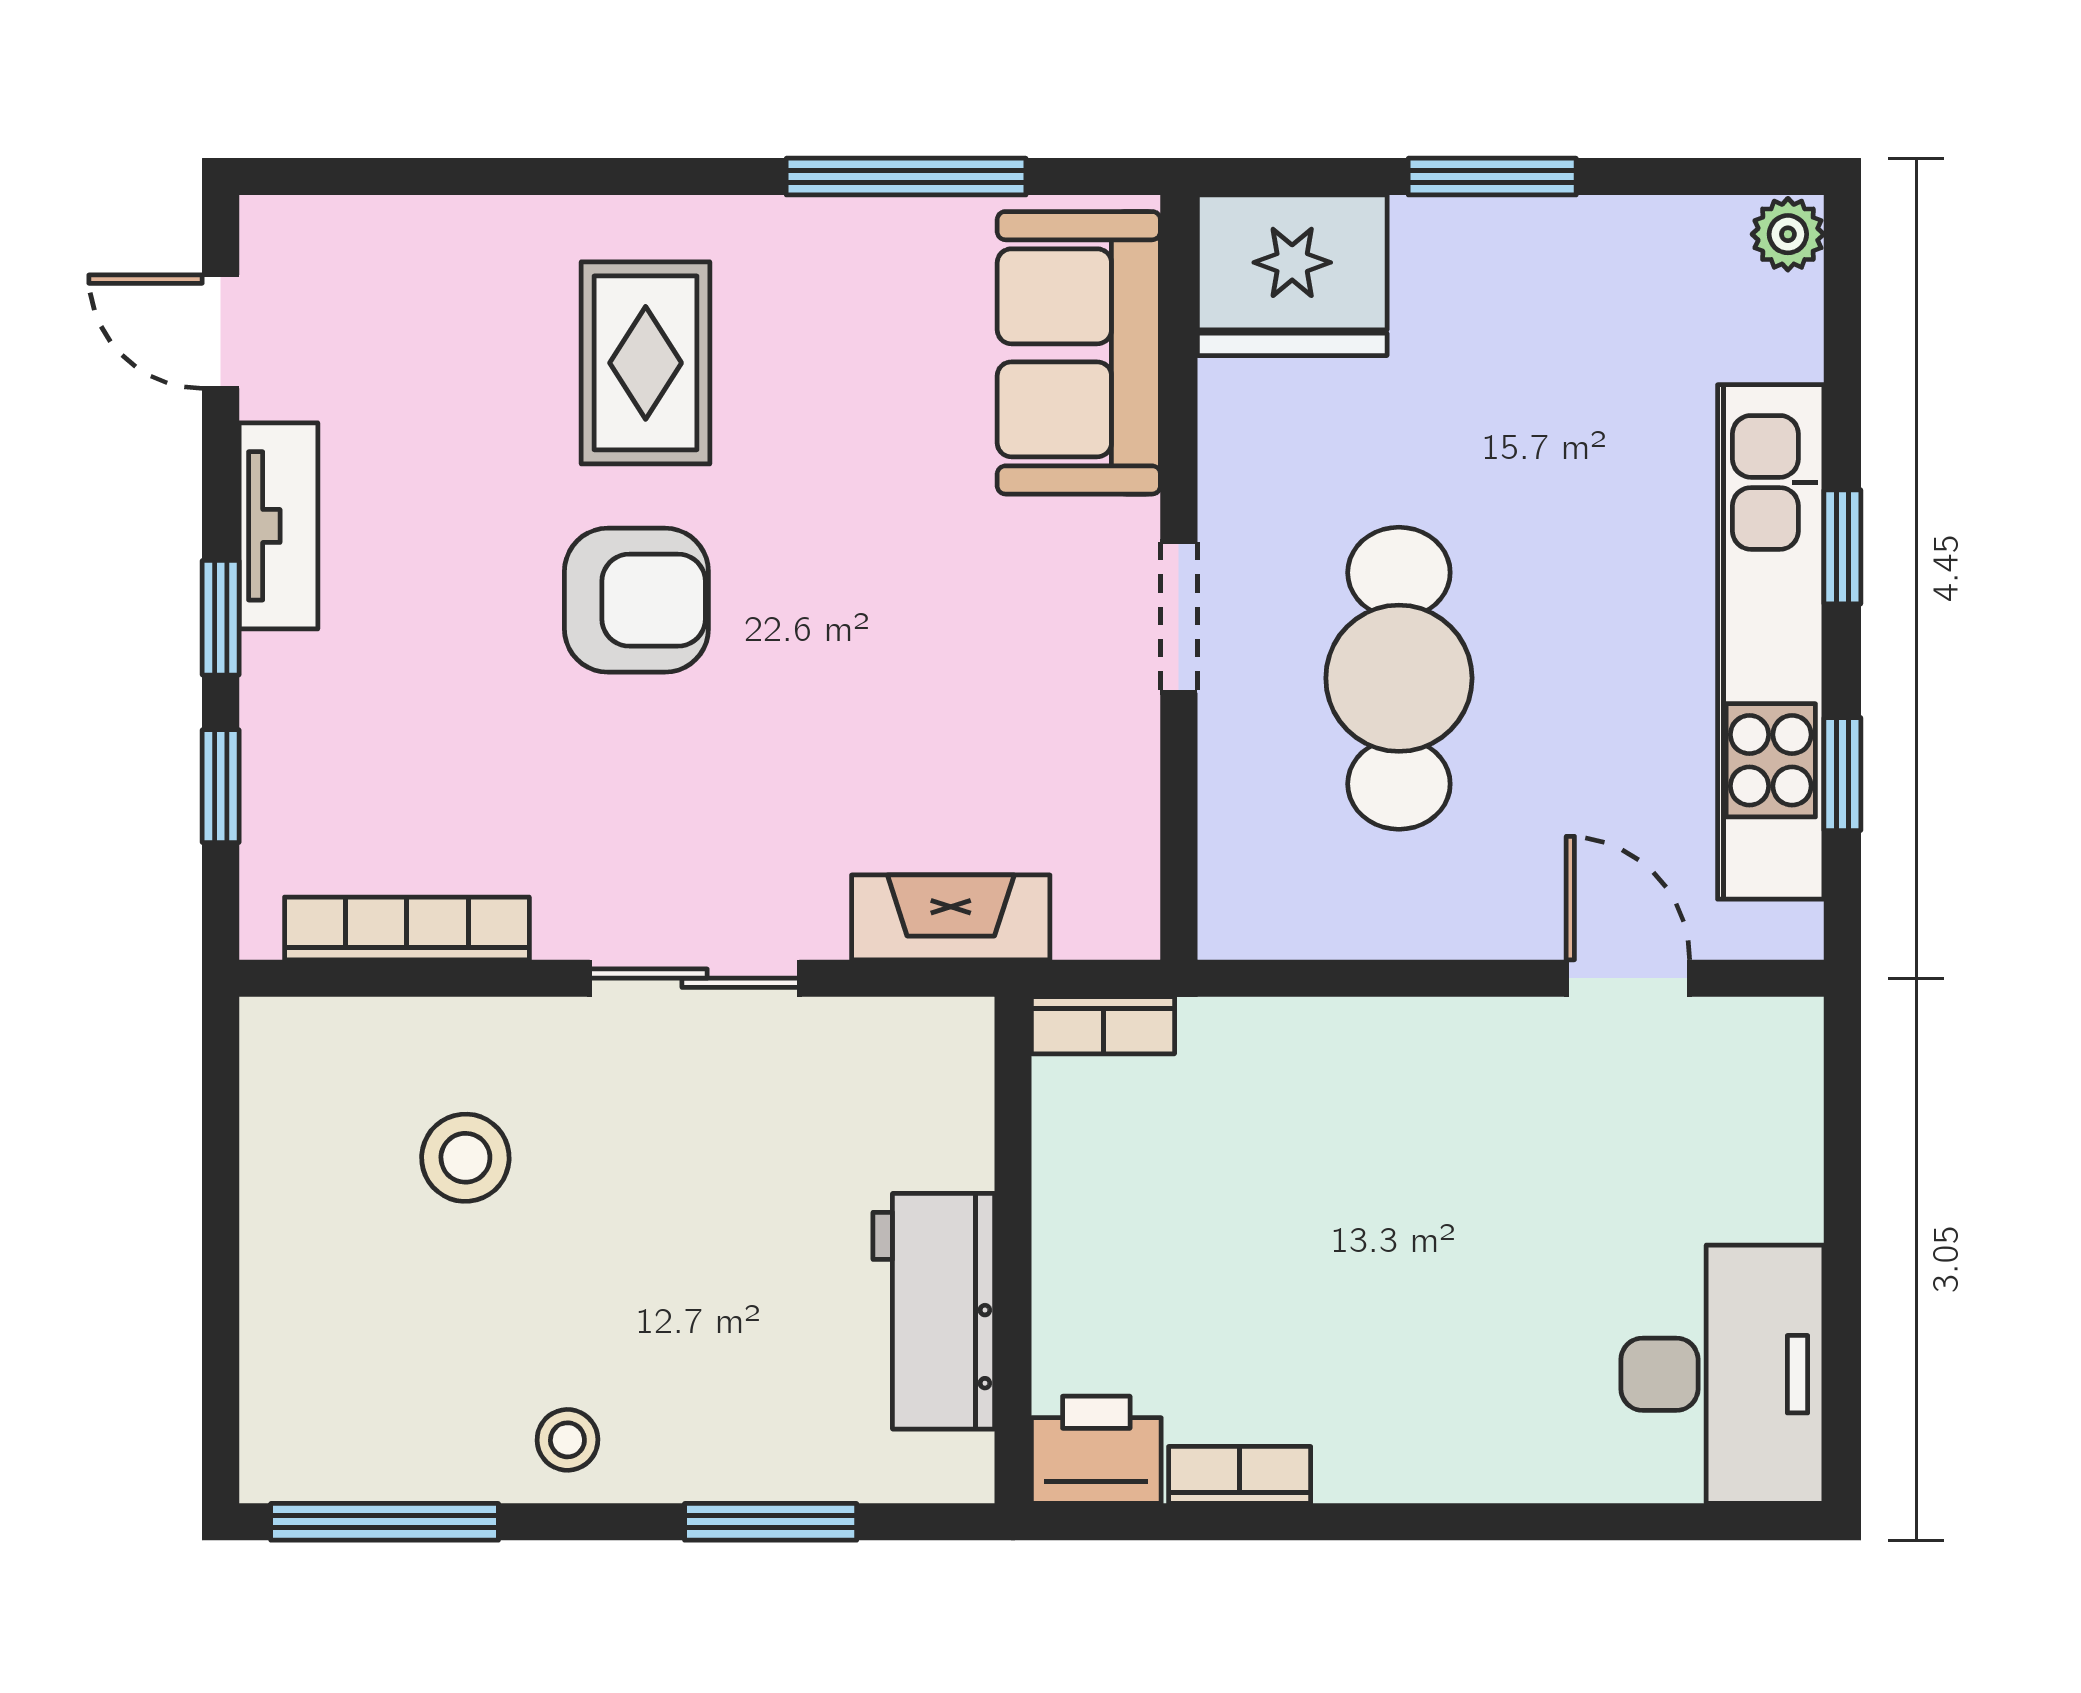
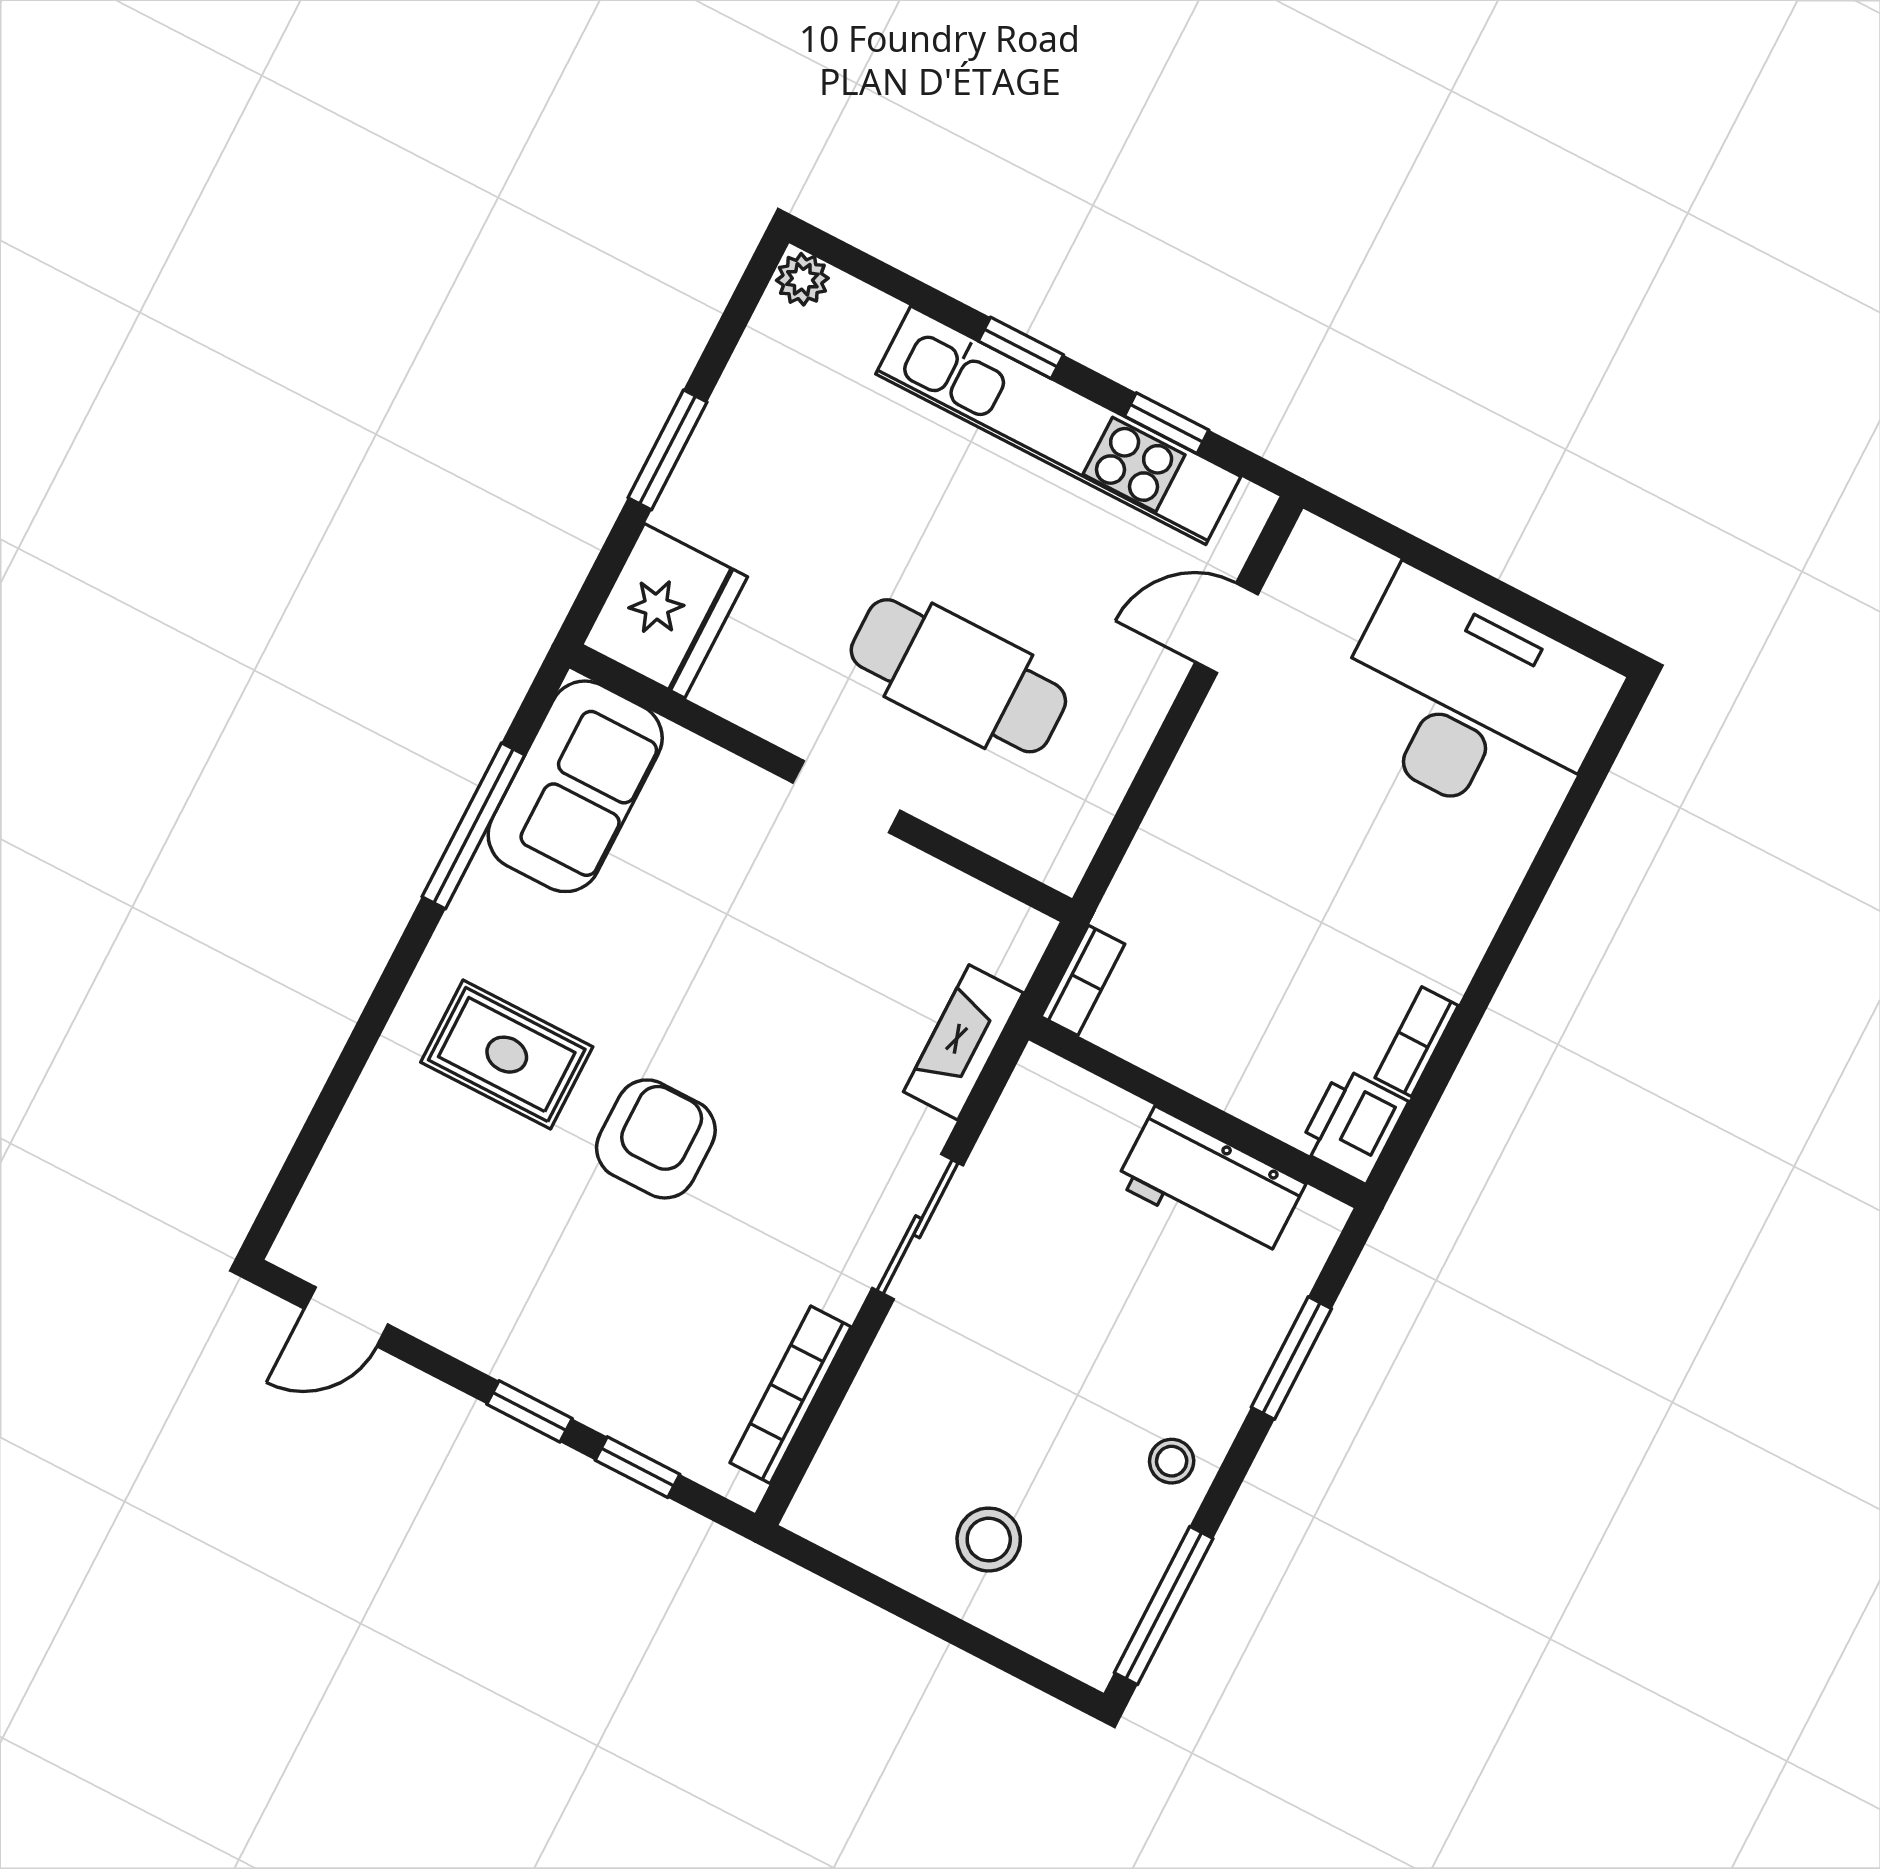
sofa: (1079, 353) -> (575, 786), moved, turned -90
tv unit: (278, 526) -> (490, 1344), removed
stool: (465, 1158) -> (989, 1540), moved
desk: (1722, 1374) -> (1472, 703), width x1.36, depth x1.30

